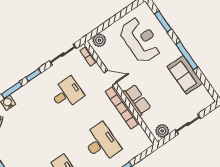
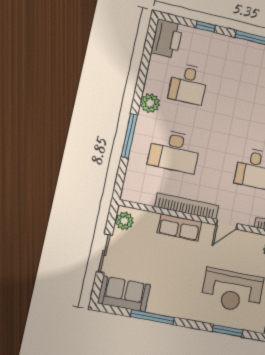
window: (187, 56) -> (152, 317), moved
sofa: (185, 75) -> (124, 294), moved

